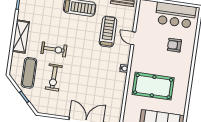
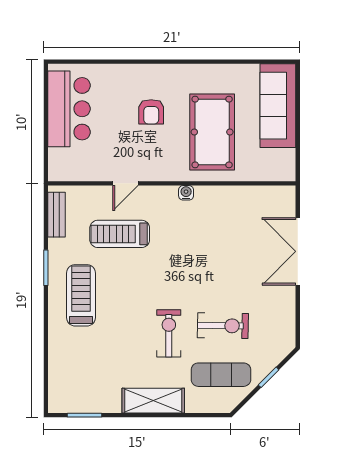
armchair: (174, 45) -> (151, 112), moved

